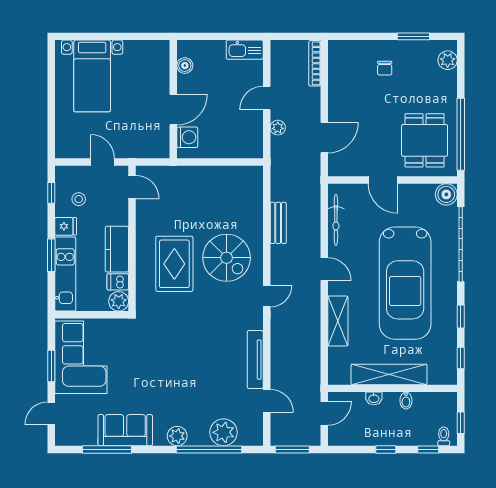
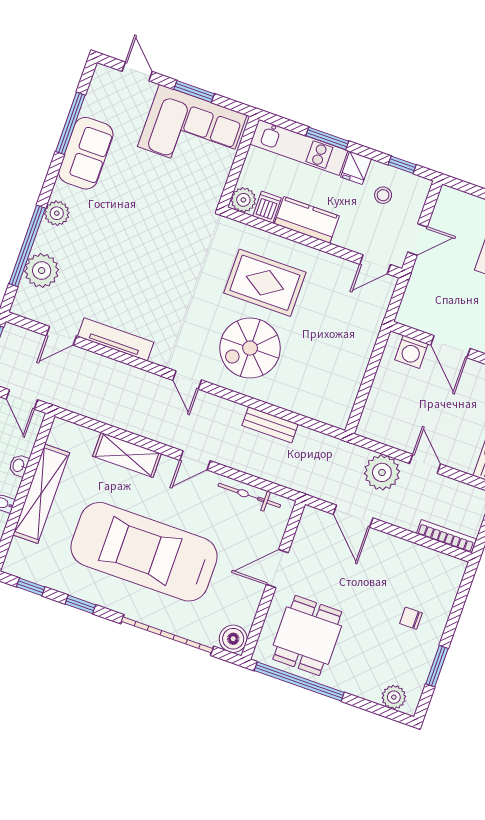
plant: (278, 128) -> (382, 472), width x1.88, depth x1.88
dining table: (425, 140) -> (307, 636), turned 90

